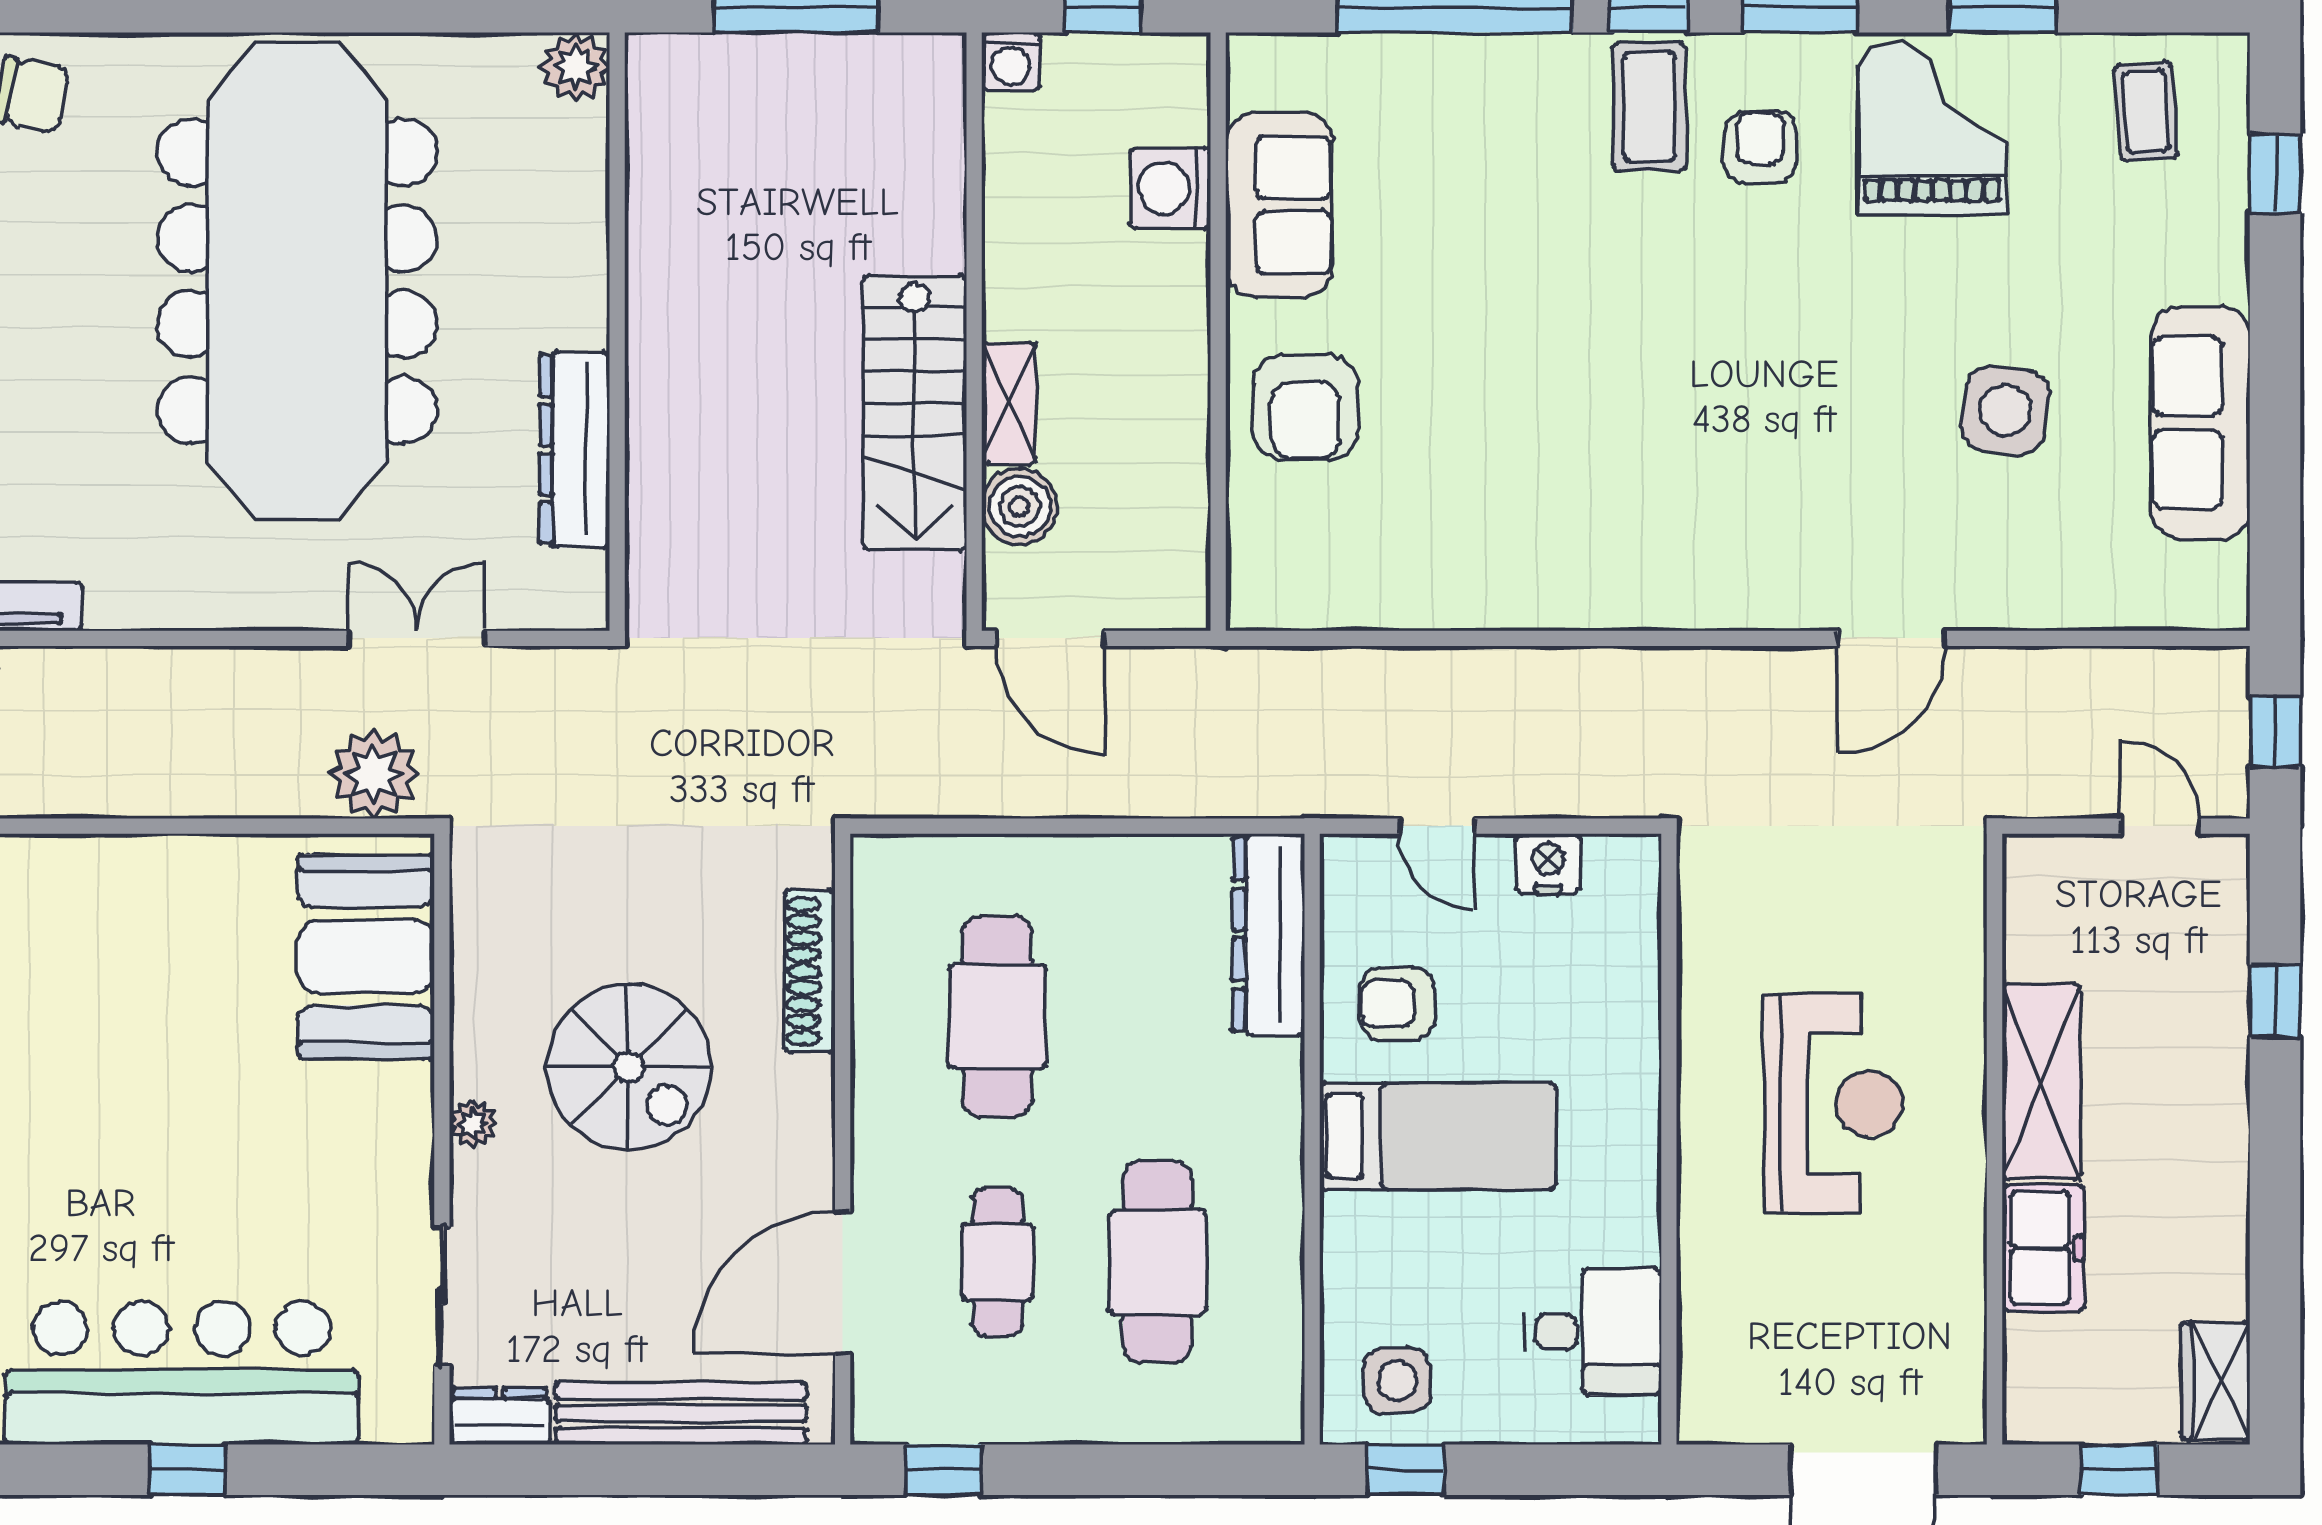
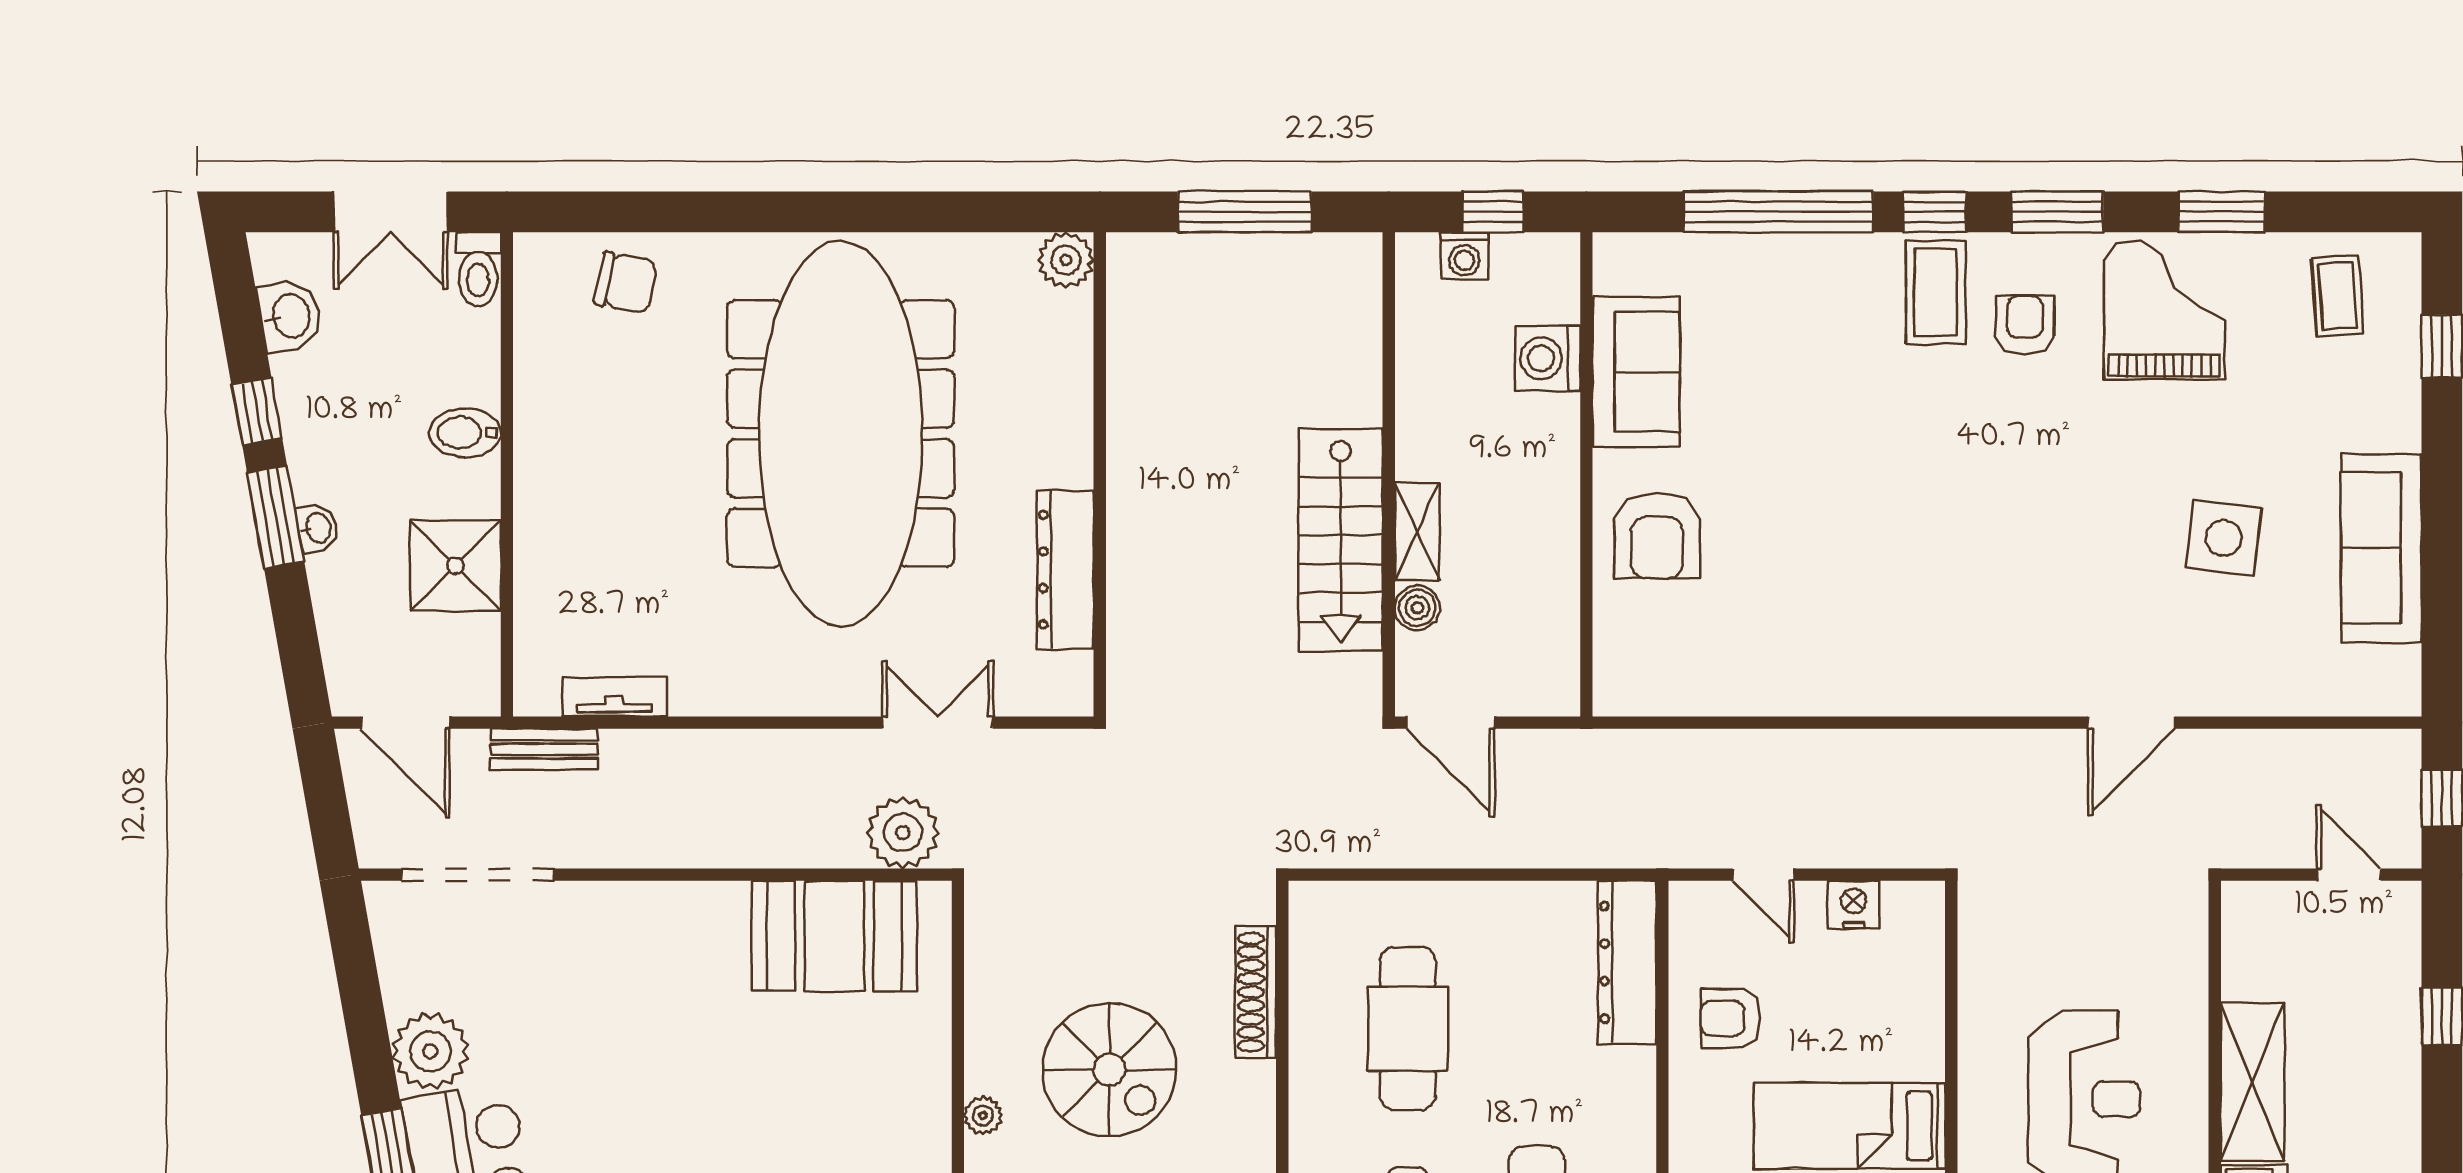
washing machine: (1011, 62) -> (1464, 256), moved
boiler: (1019, 506) -> (1417, 608), width x0.73, depth x0.73
booth: (366, 956) -> (834, 936), moved, turned 90
bed: (1438, 1136) -> (1850, 1126), moved, turned 180

